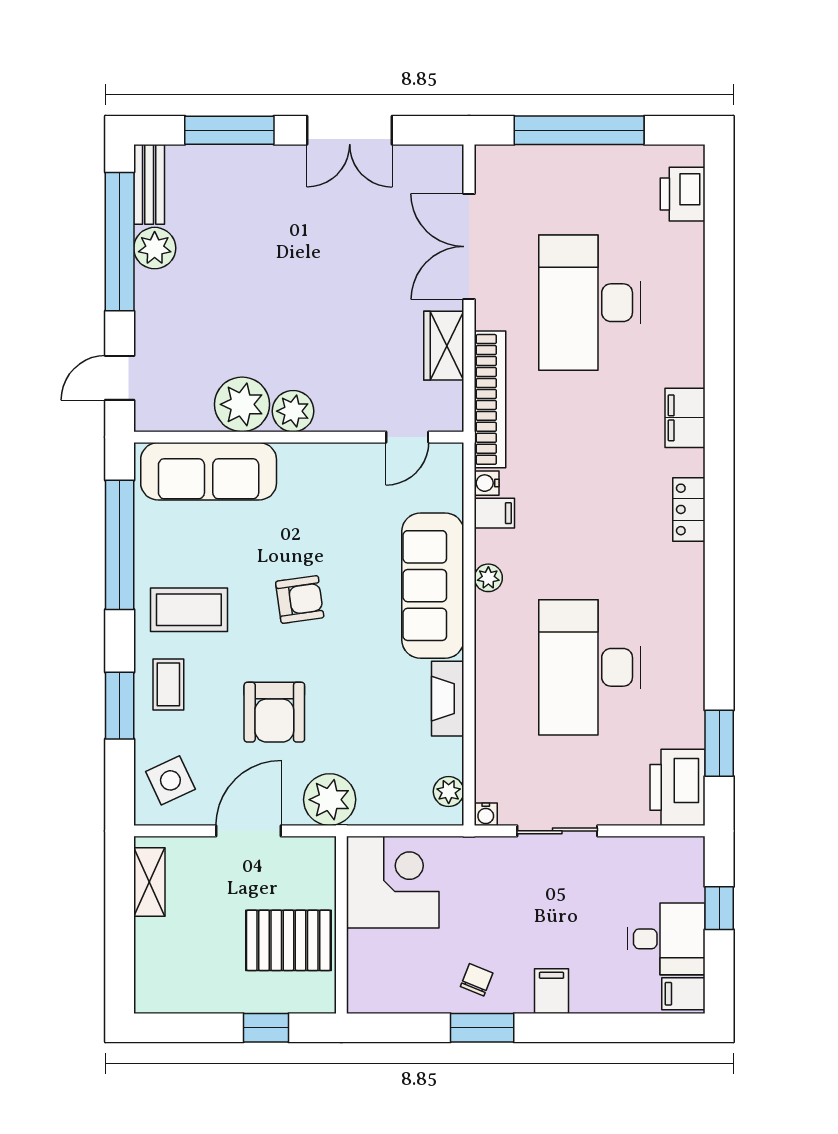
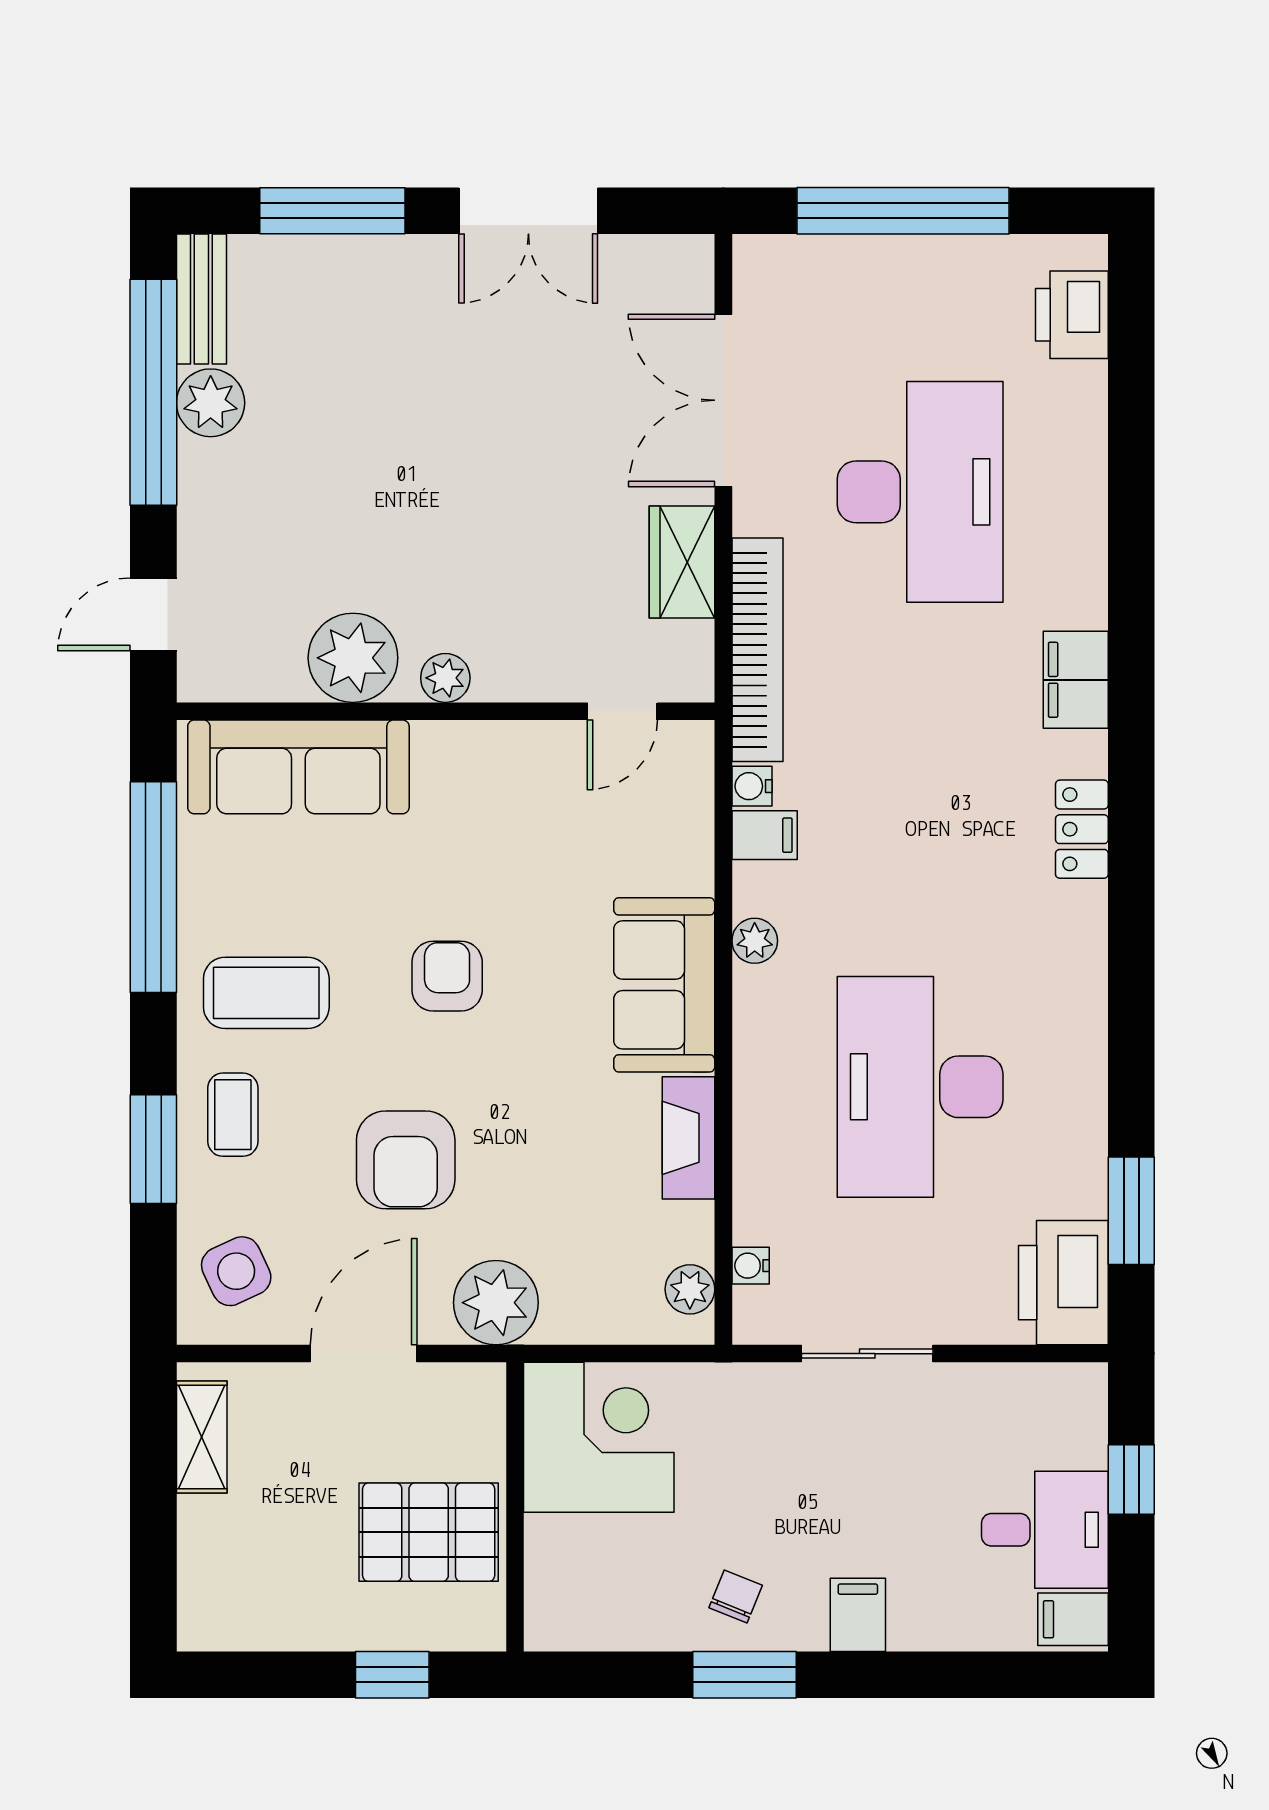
desk: (590, 303) -> (920, 492), turned 180
plant: (293, 411) -> (445, 678), width x0.73, depth x0.73
sofa: (433, 586) -> (664, 985), width x0.73
armchair: (300, 599) -> (447, 976), turned -82
water cooler: (486, 814) -> (751, 1266), moved, turned 90

